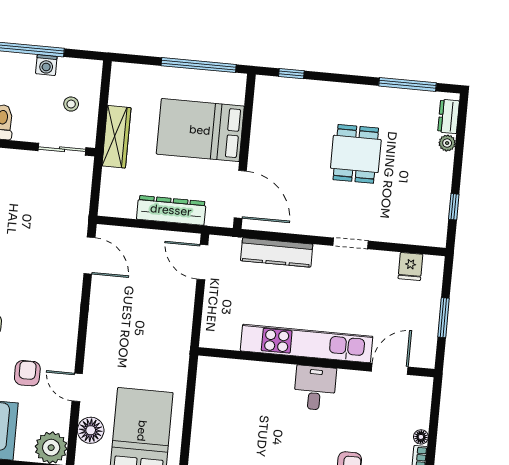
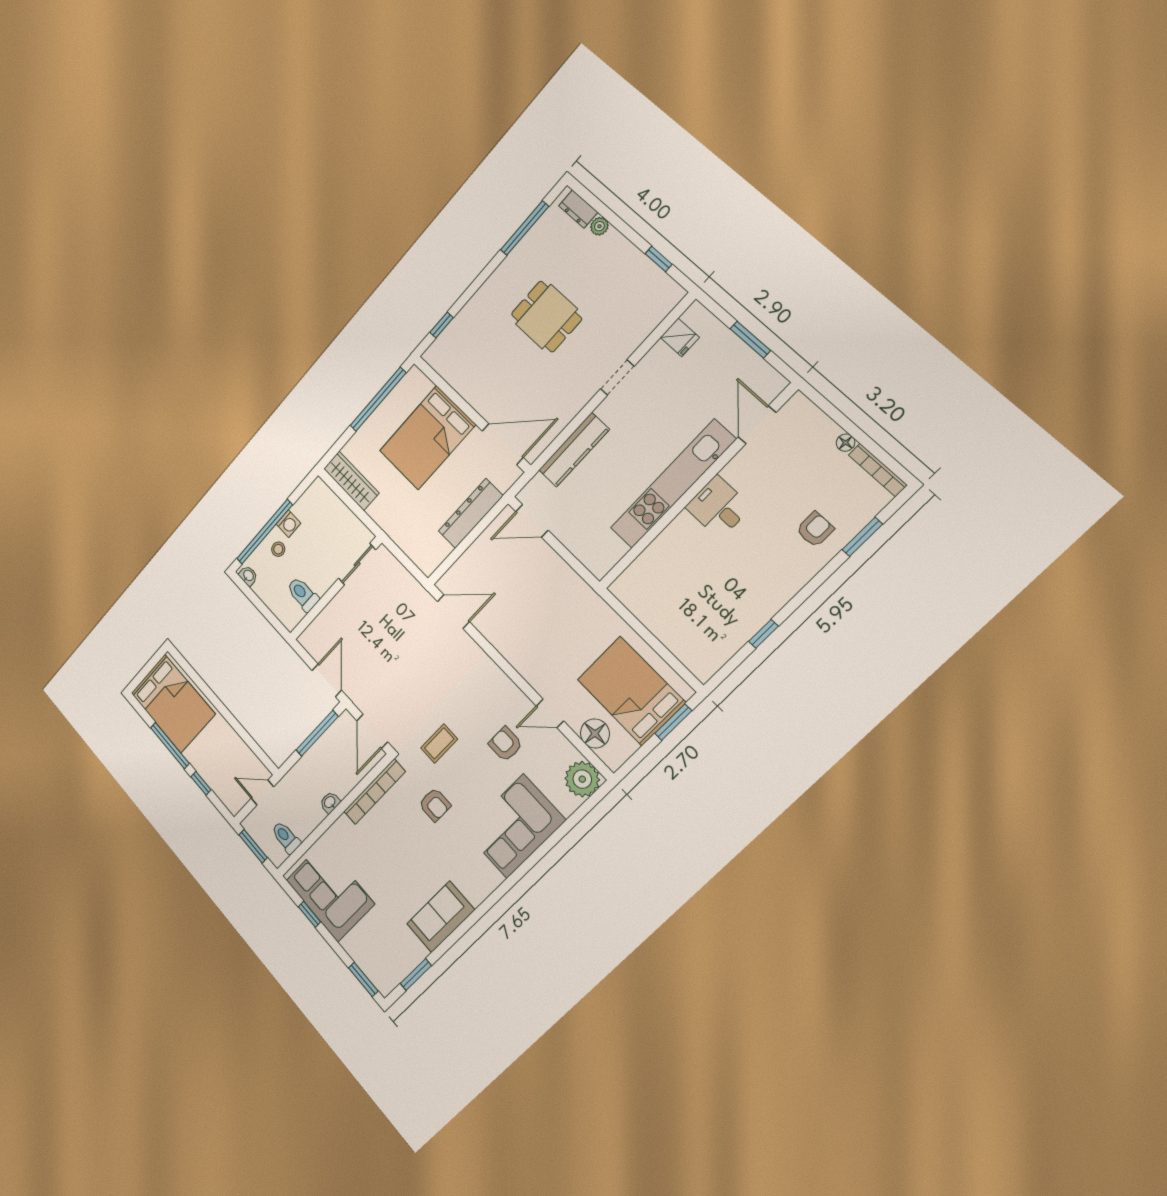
stool: (71, 104) -> (278, 549), moved
wardrobe: (116, 137) -> (351, 481), moved

